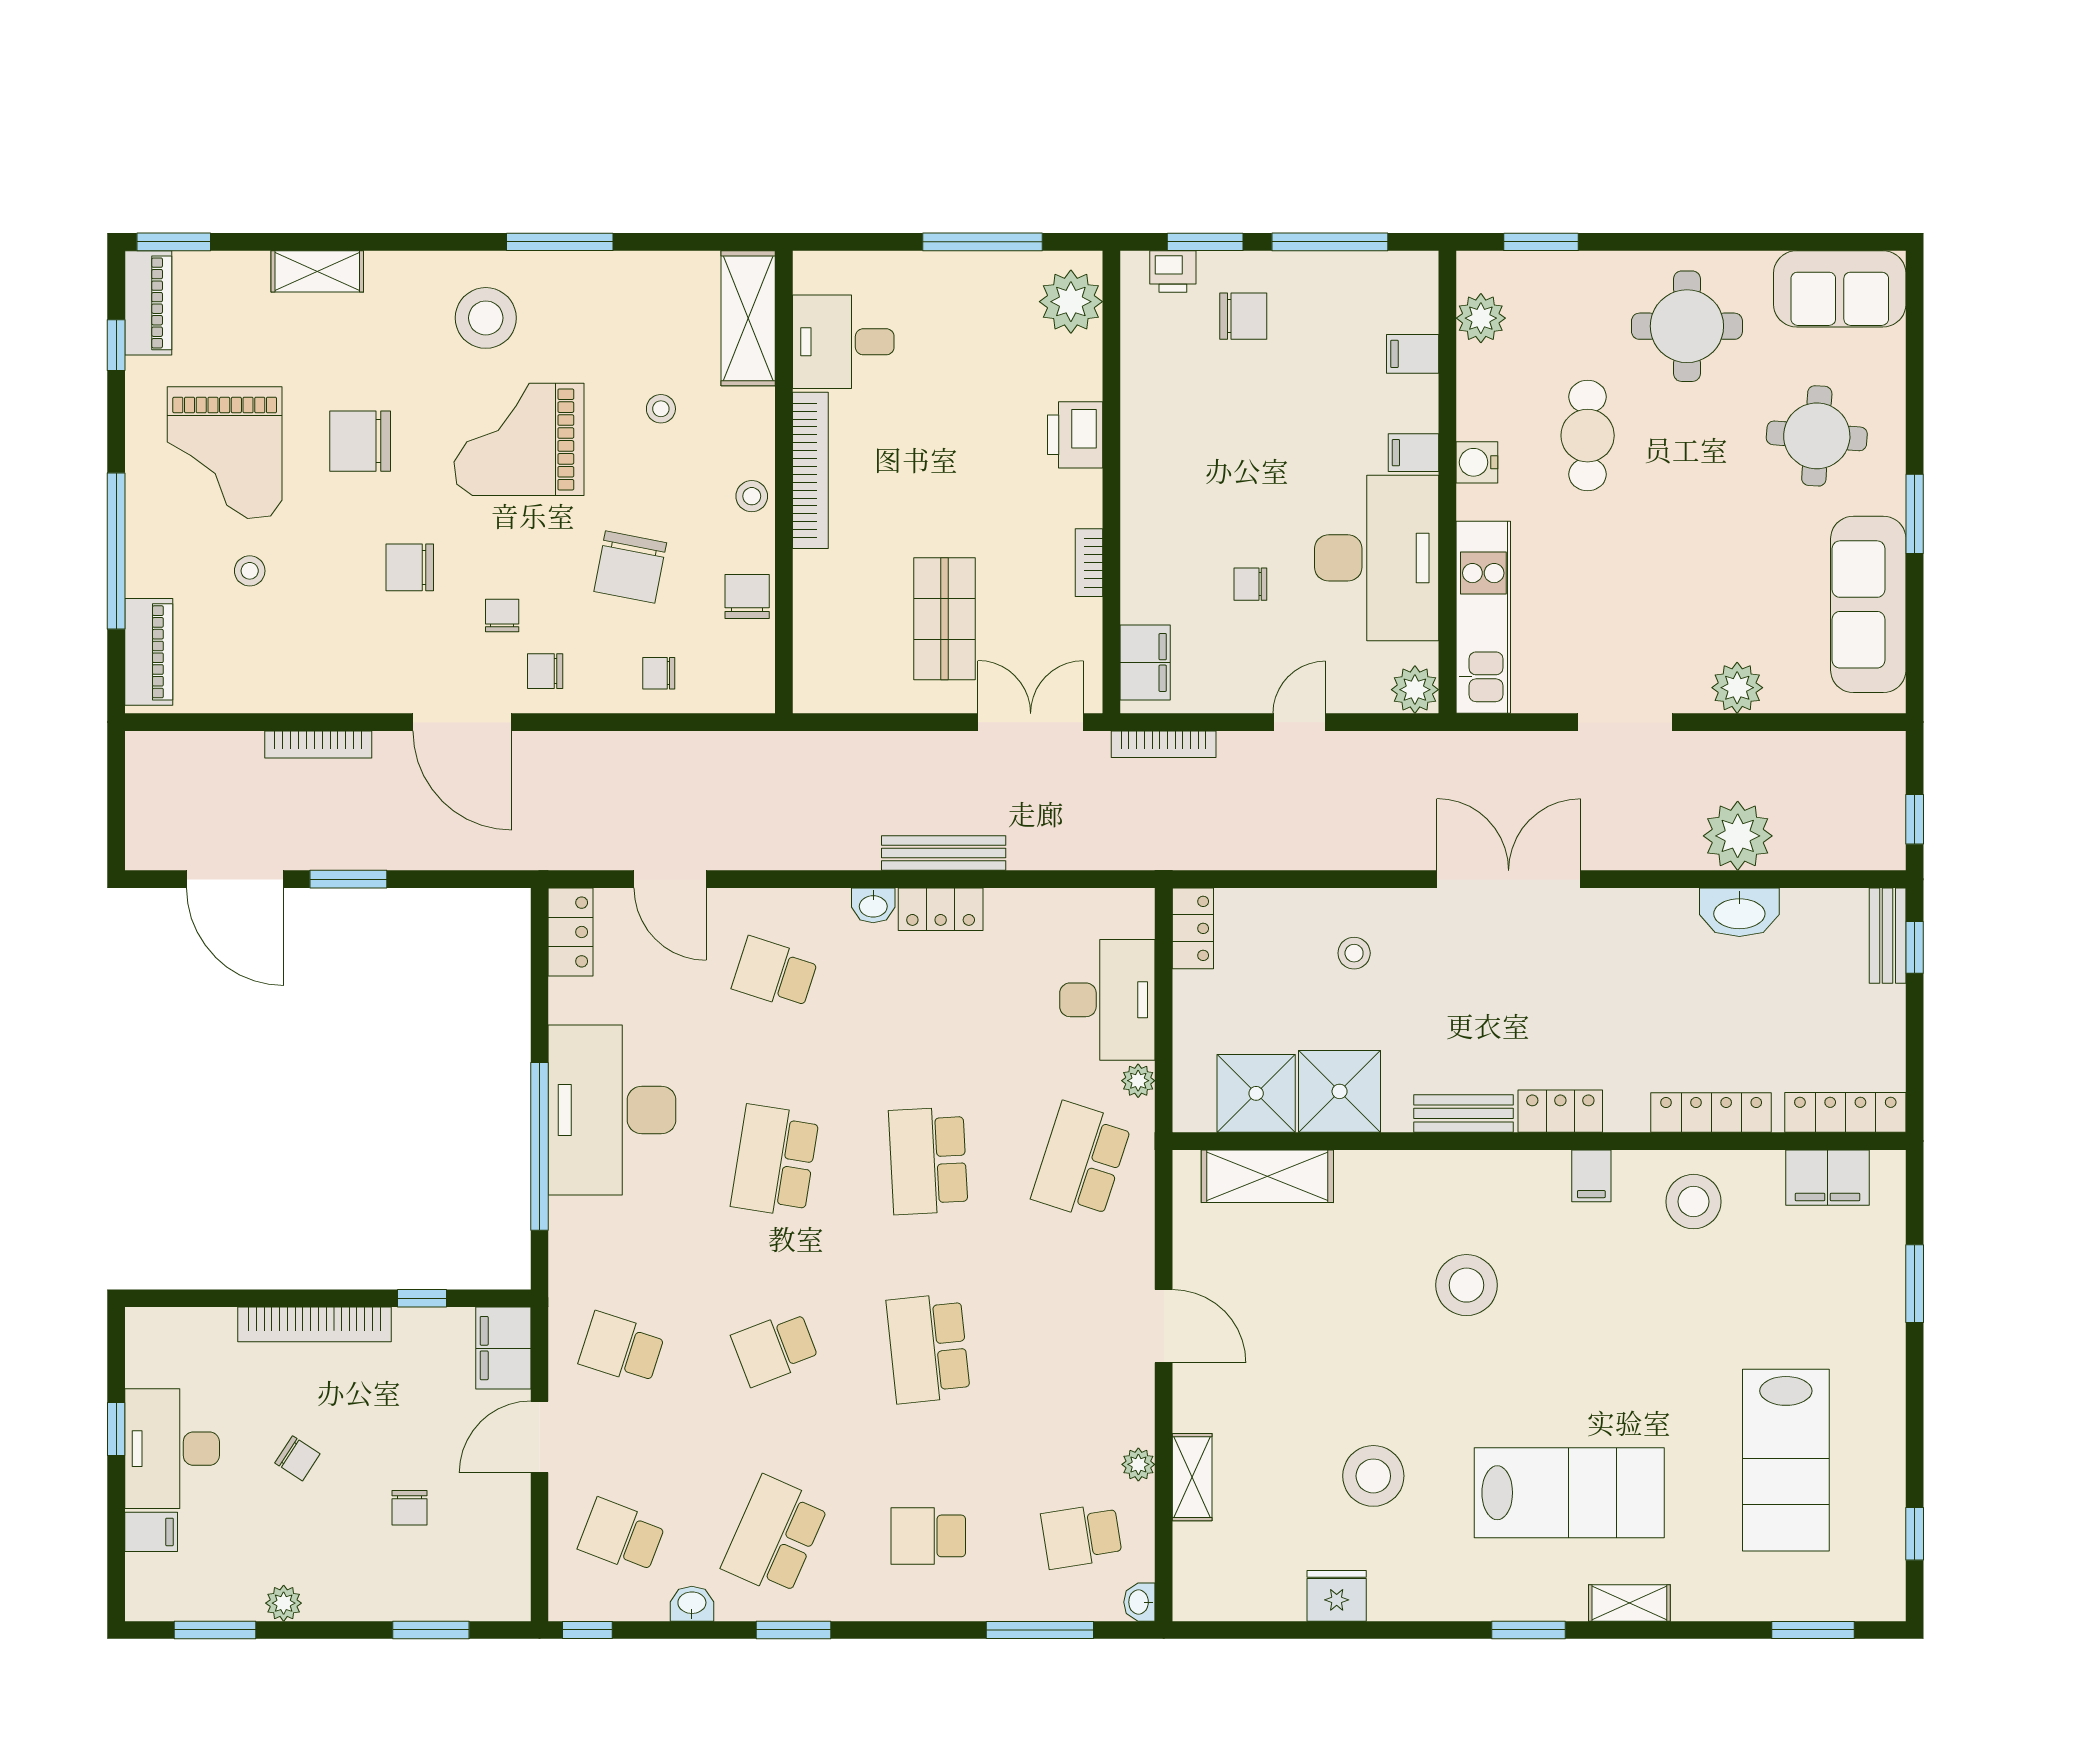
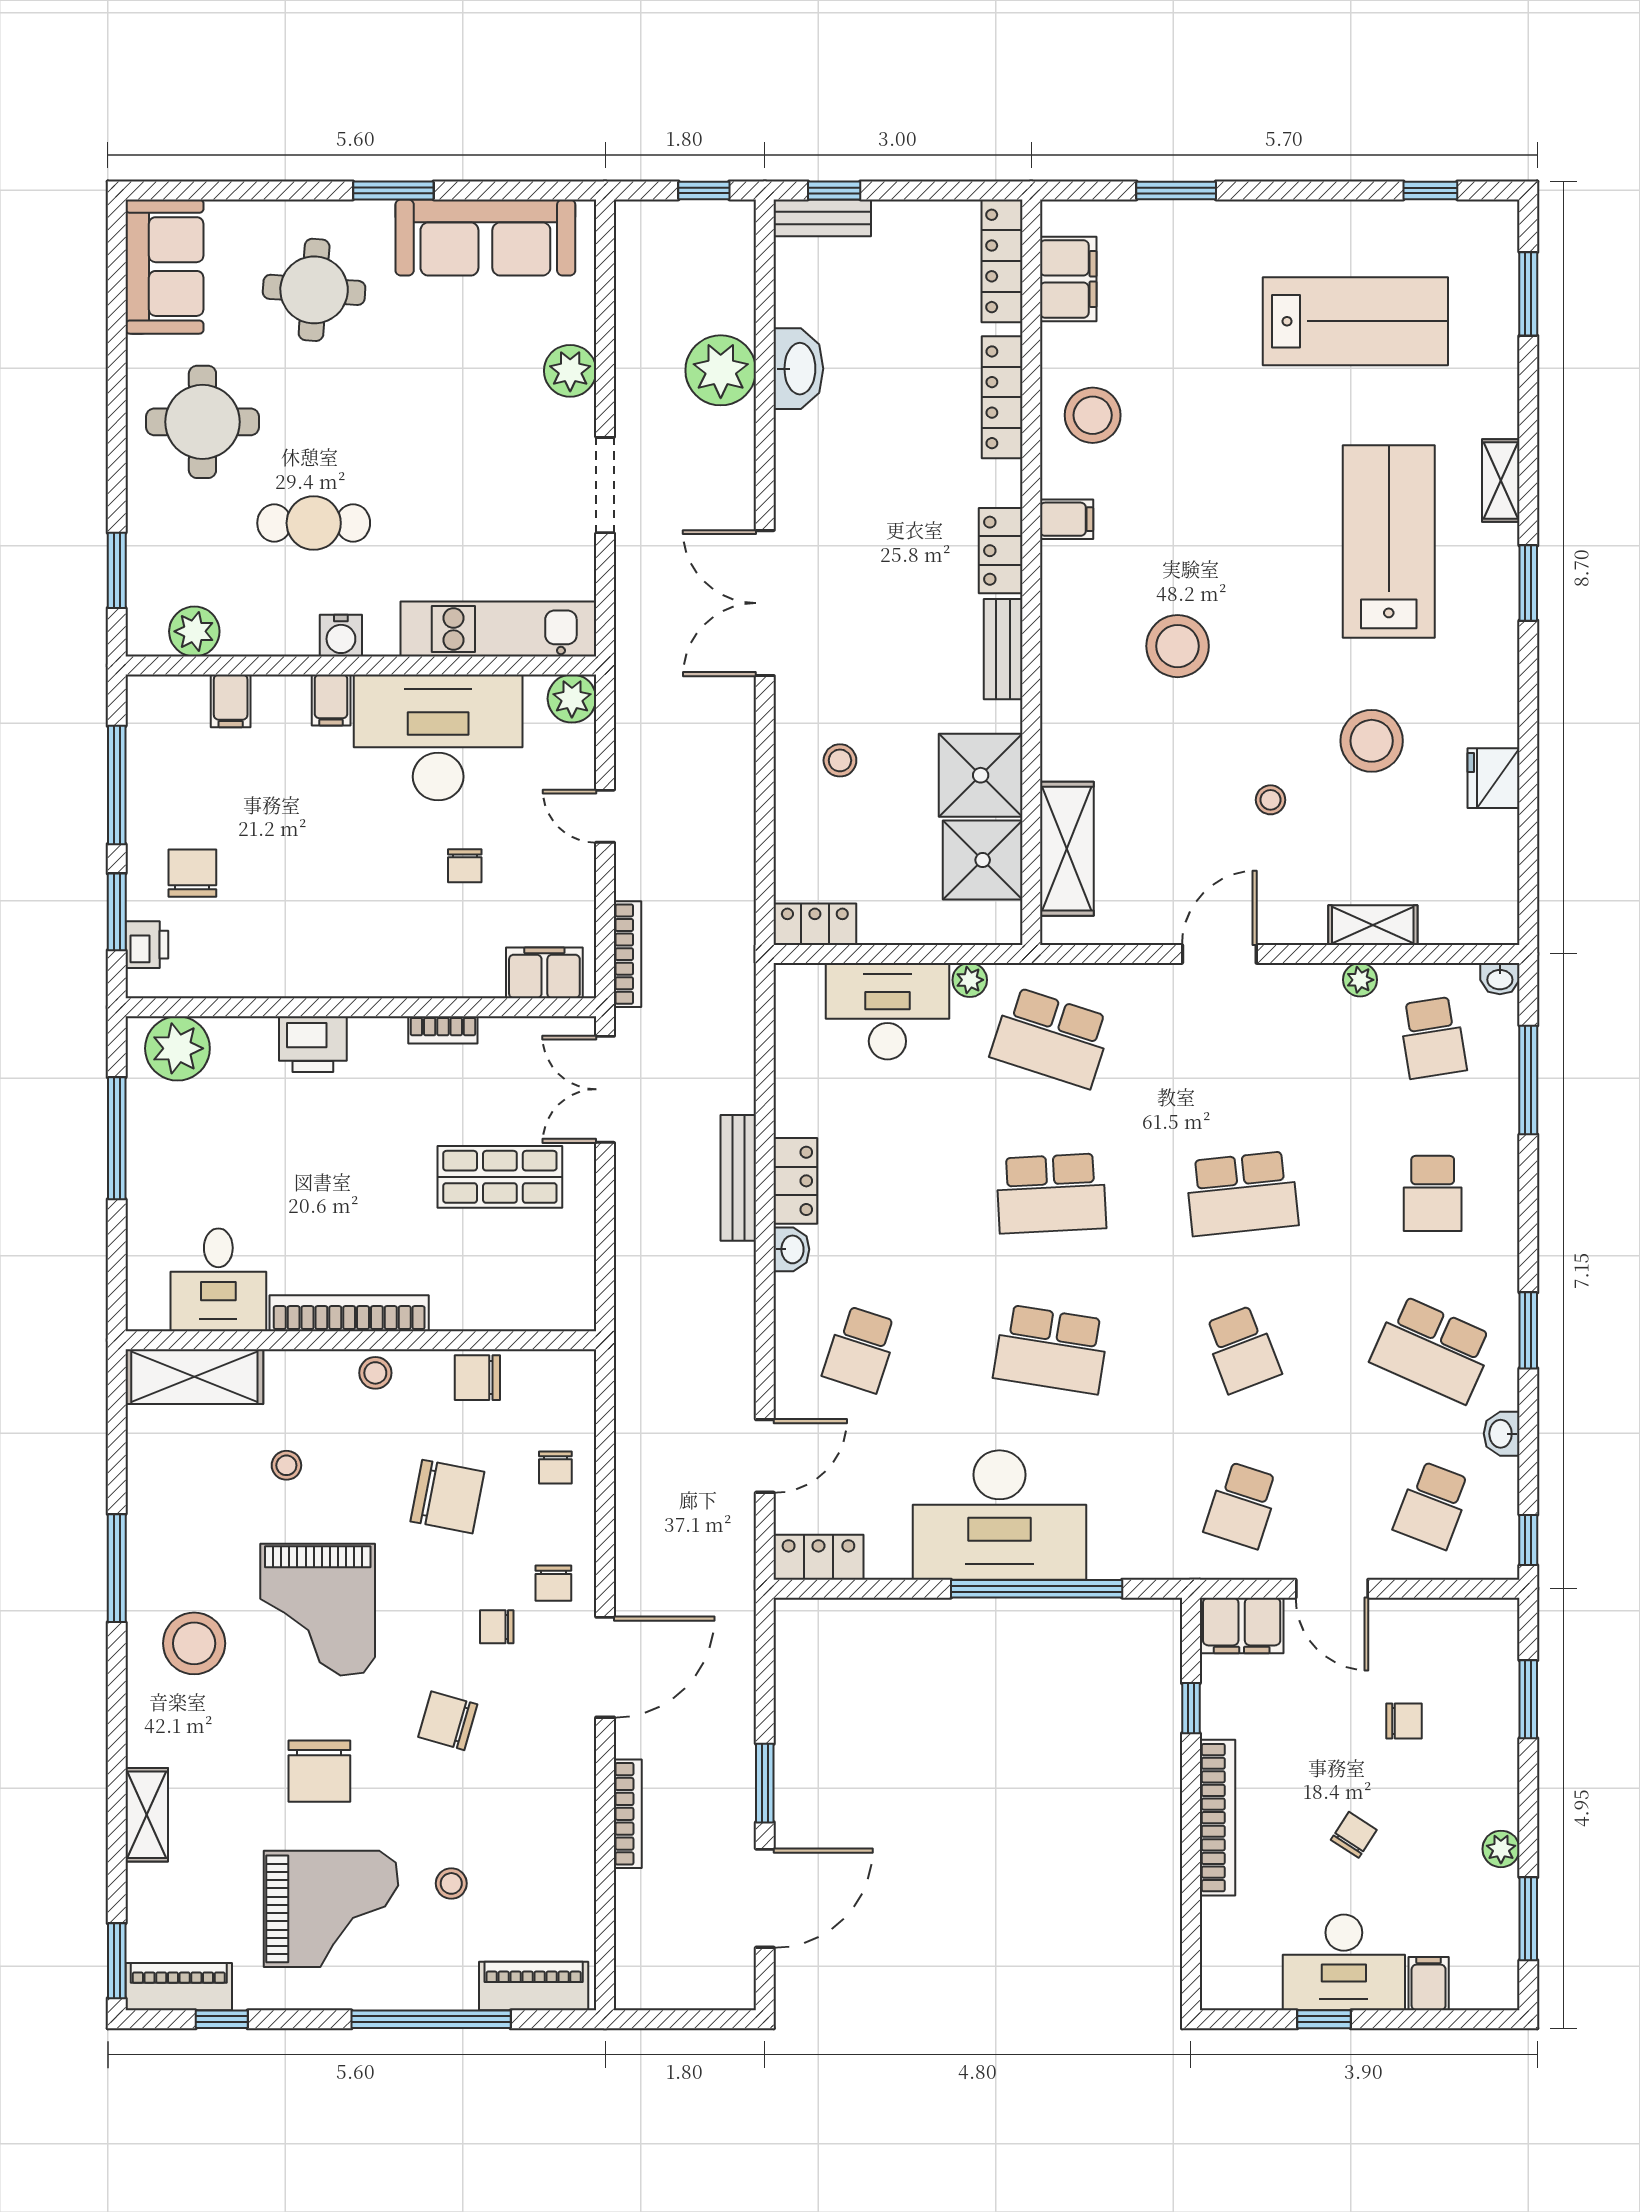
chair: (410, 567) -> (448, 1721), turned 106
stool: (1315, 1377) -> (1271, 800), added

